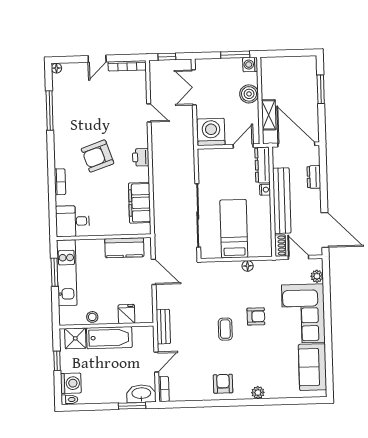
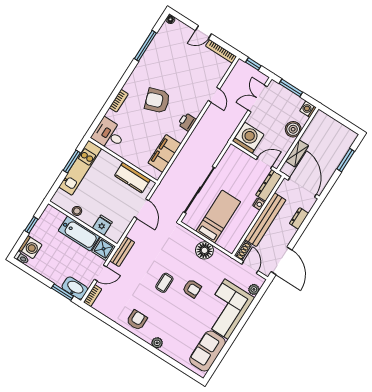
window: (235, 55) -> (291, 88), moved
floor lamp: (248, 266) -> (204, 250), width x1.89, depth x1.89
shower: (75, 338) -> (103, 249), moved

